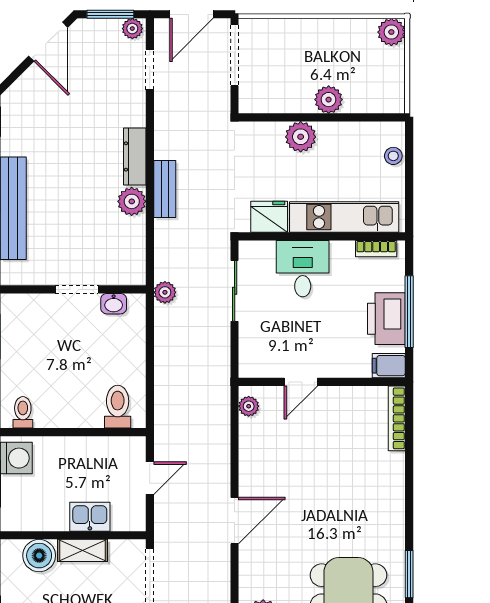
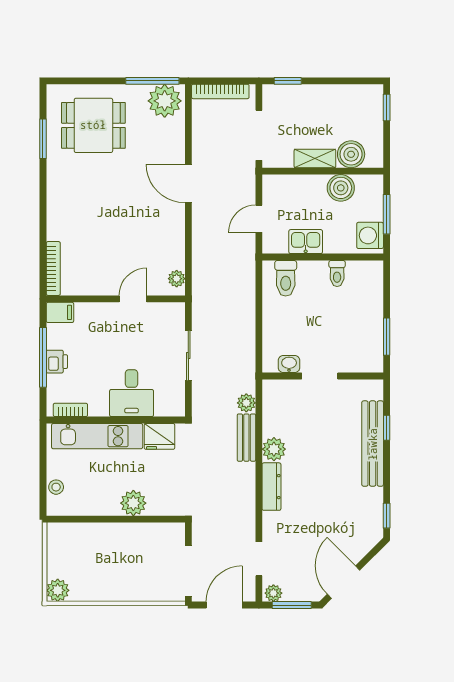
plant: (329, 100) -> (110, 534), removed
bench: (165, 189) -> (246, 438), moved
sliding door: (235, 291) -> (188, 355), moved
plant: (165, 292) -> (246, 403), moved
printer: (386, 319) -> (57, 362), width x0.53, depth x0.68
toilet: (23, 412) -> (337, 274), moved
boiler: (51, 515) -> (341, 188), added
kitchen sink: (90, 517) -> (306, 242), moved, turned 180
door: (235, 521) -> (188, 183), hinge flipped

